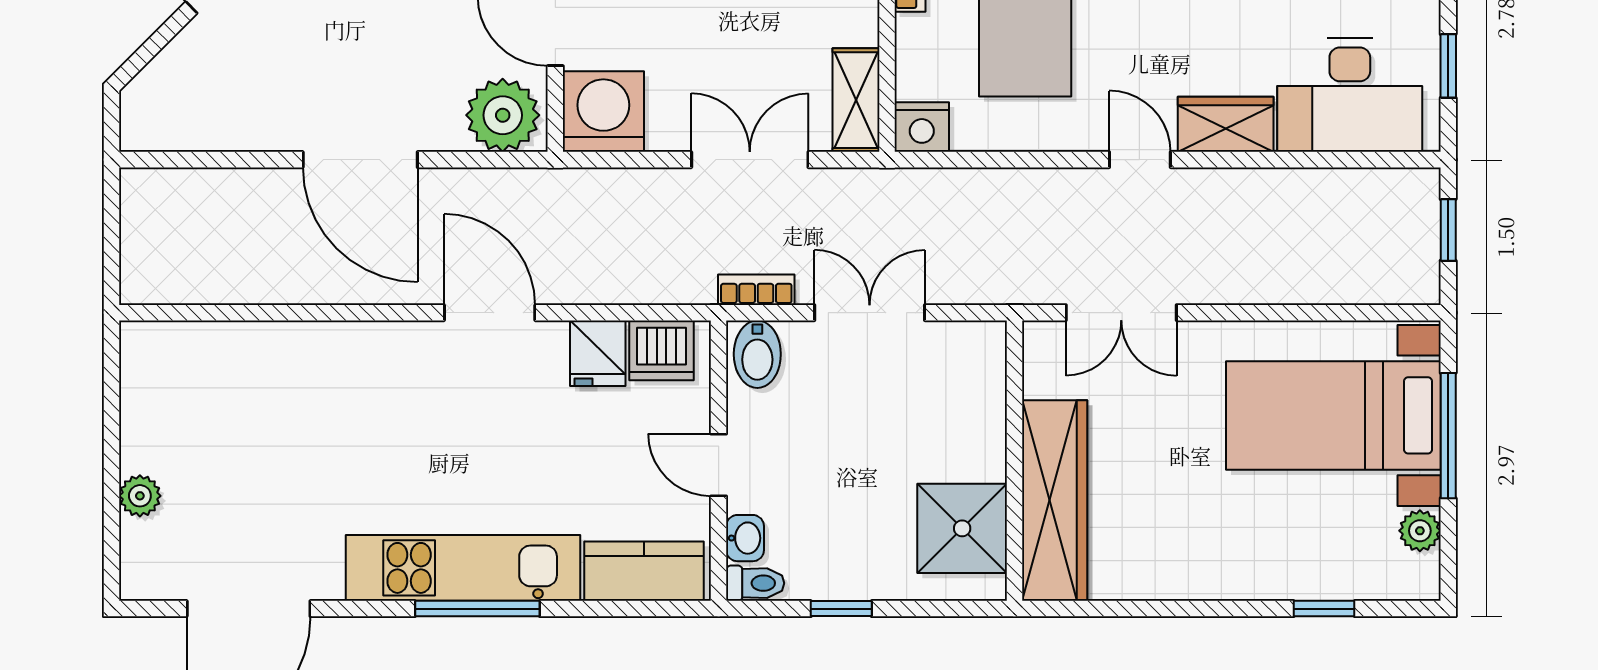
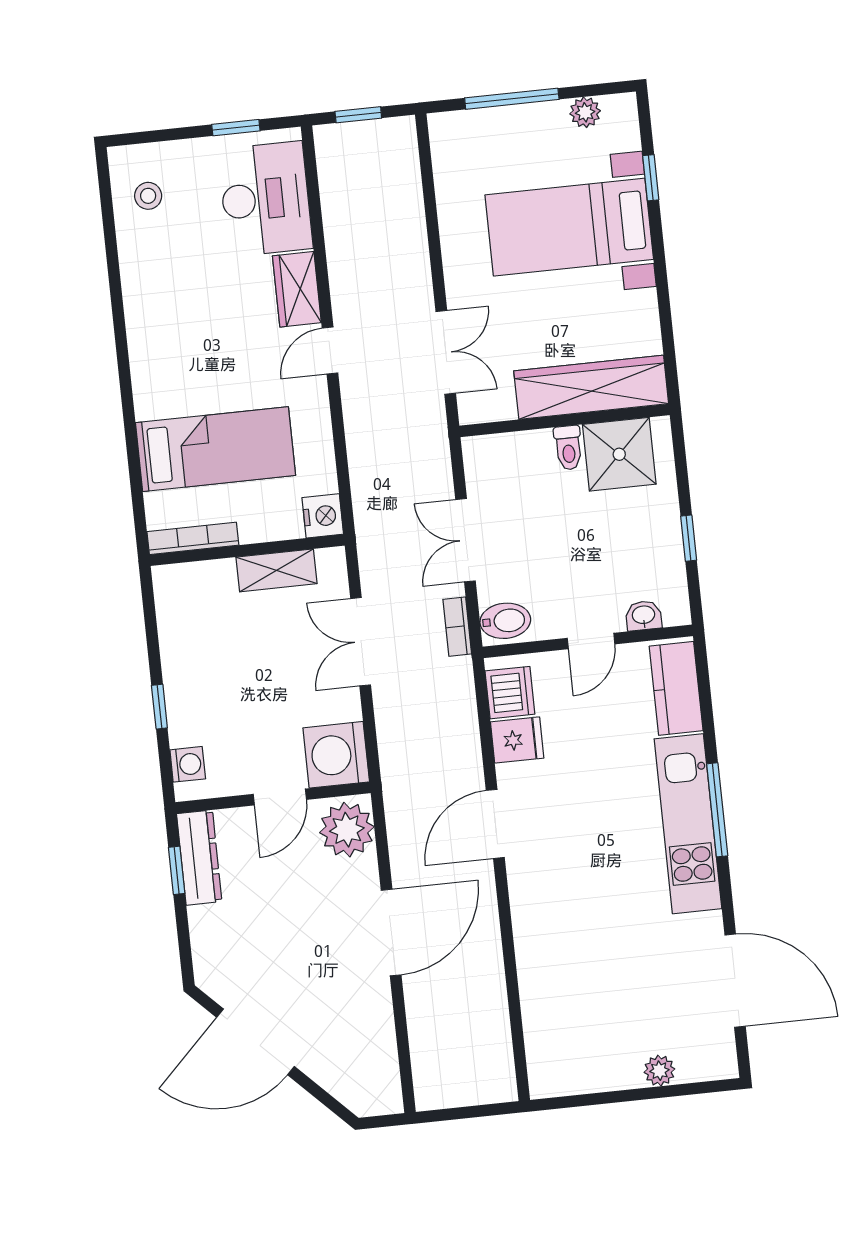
shelving: (856, 100) -> (276, 570), moved
bed with nightstands: (1333, 415) -> (569, 227), moved, turned 90
toilet: (755, 583) -> (568, 448), moved, turned 180

